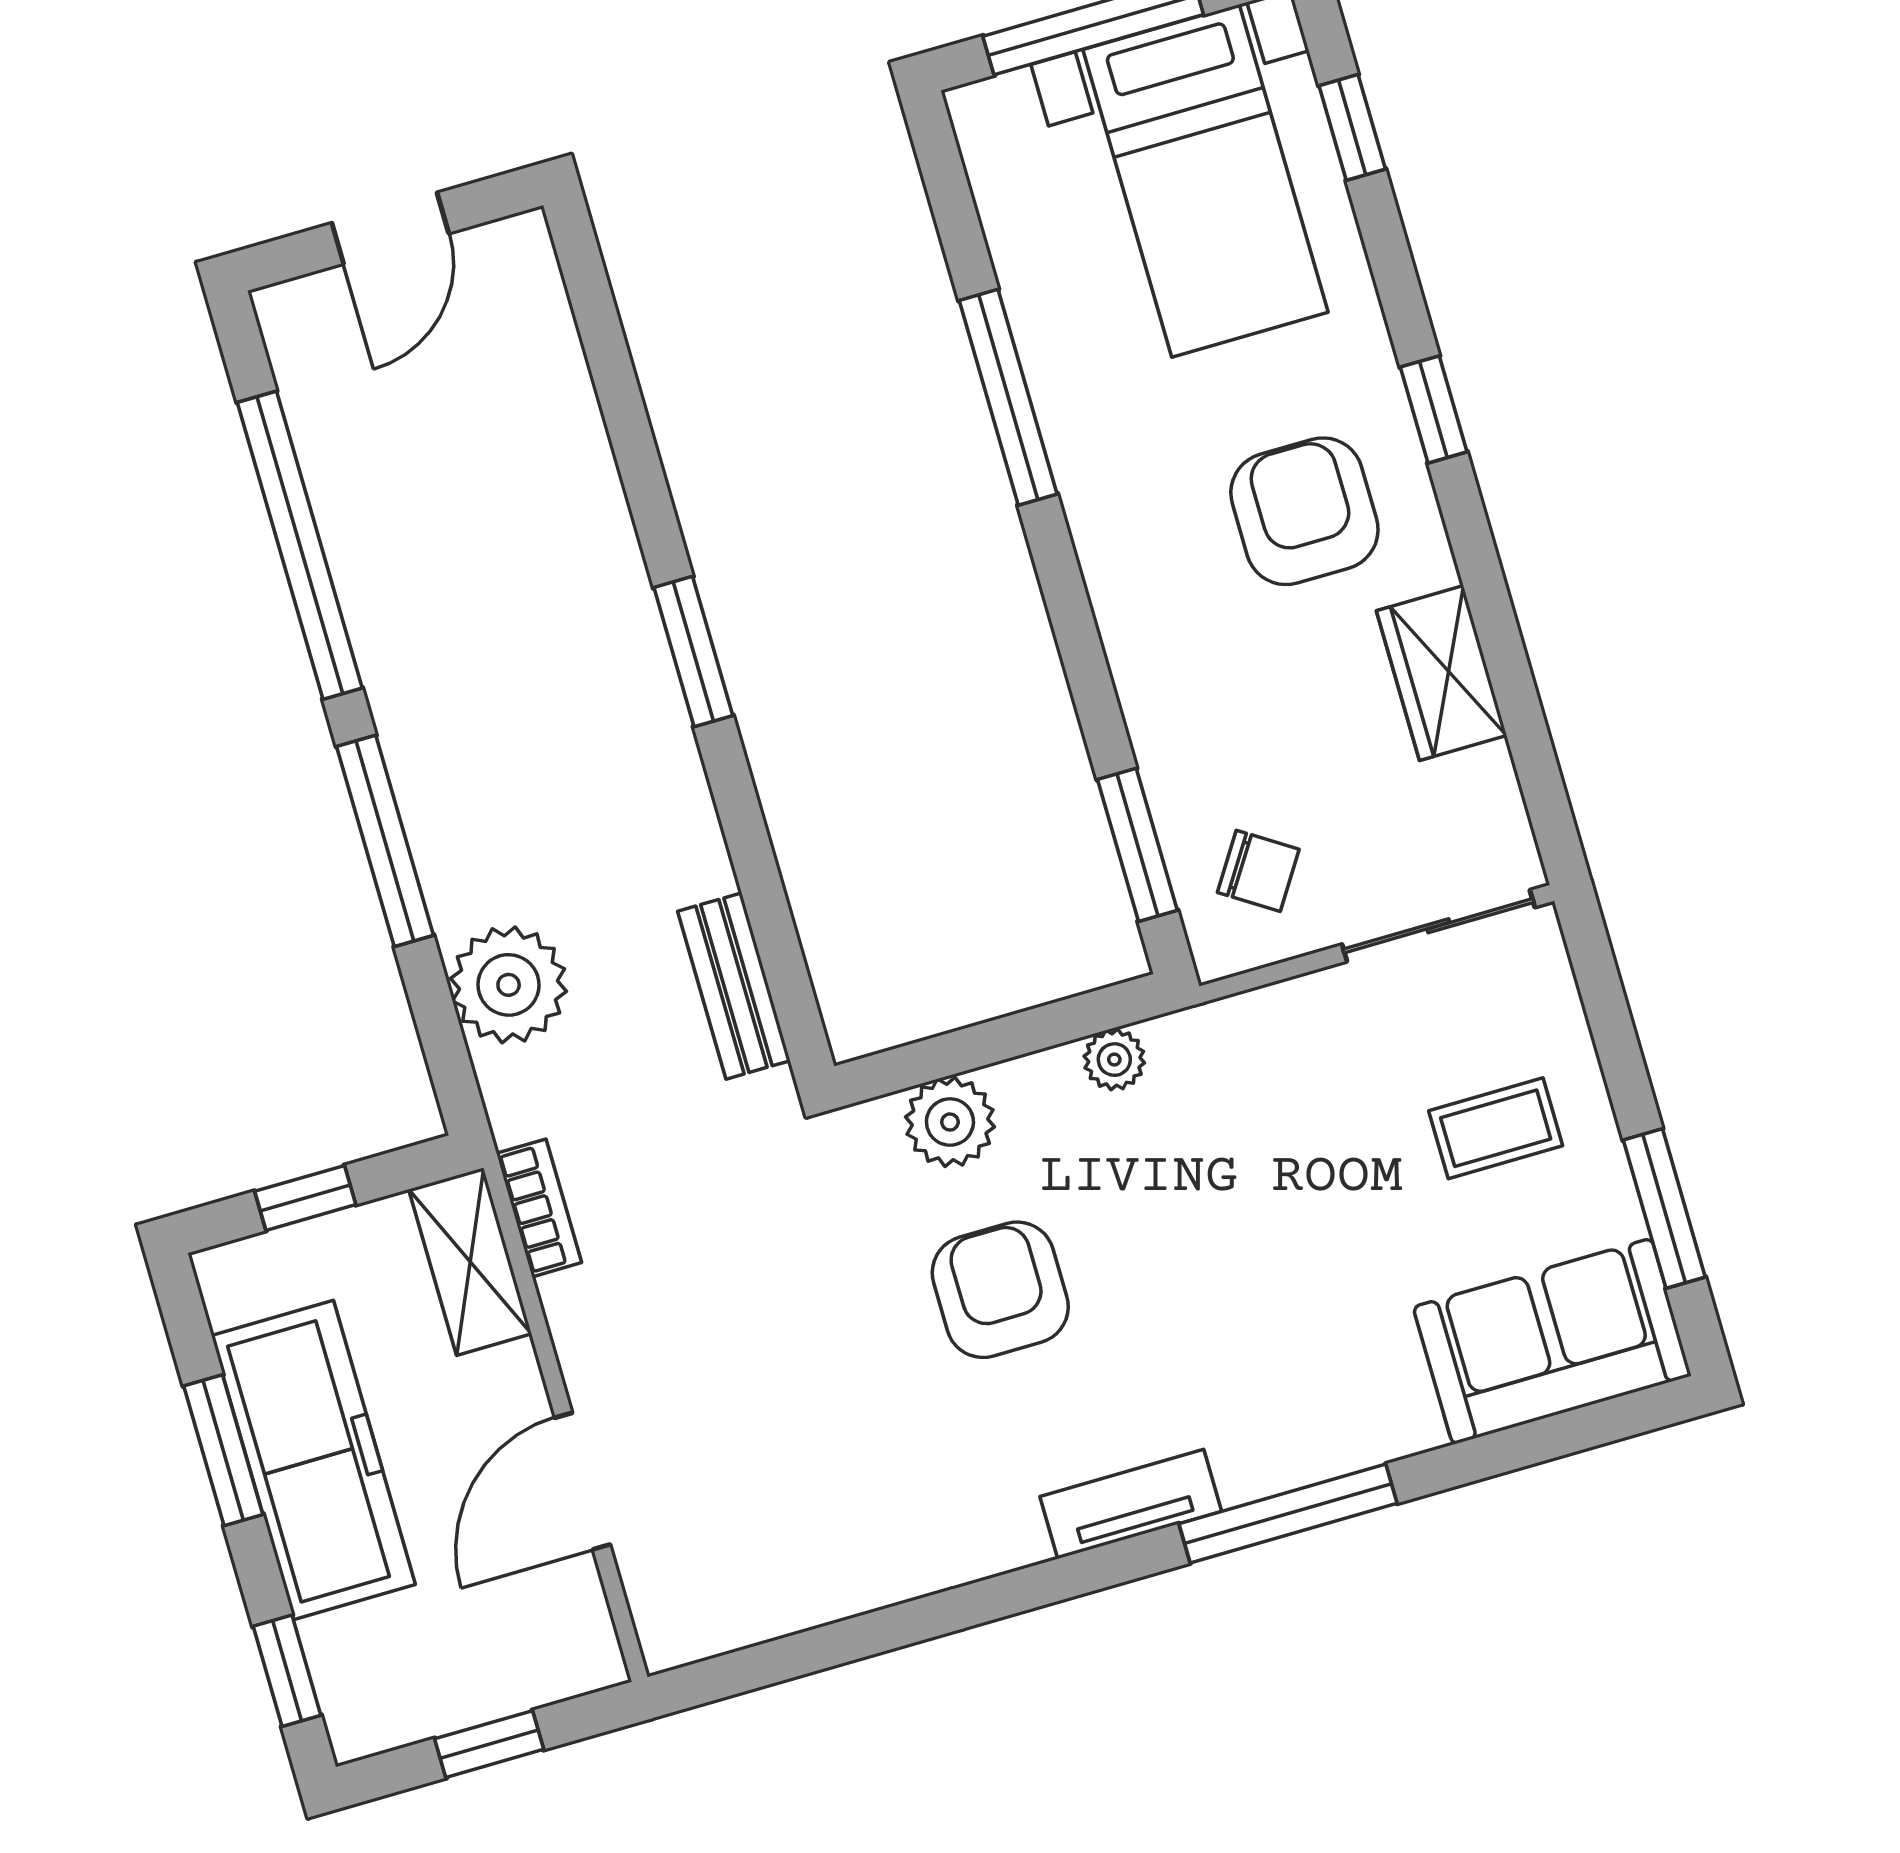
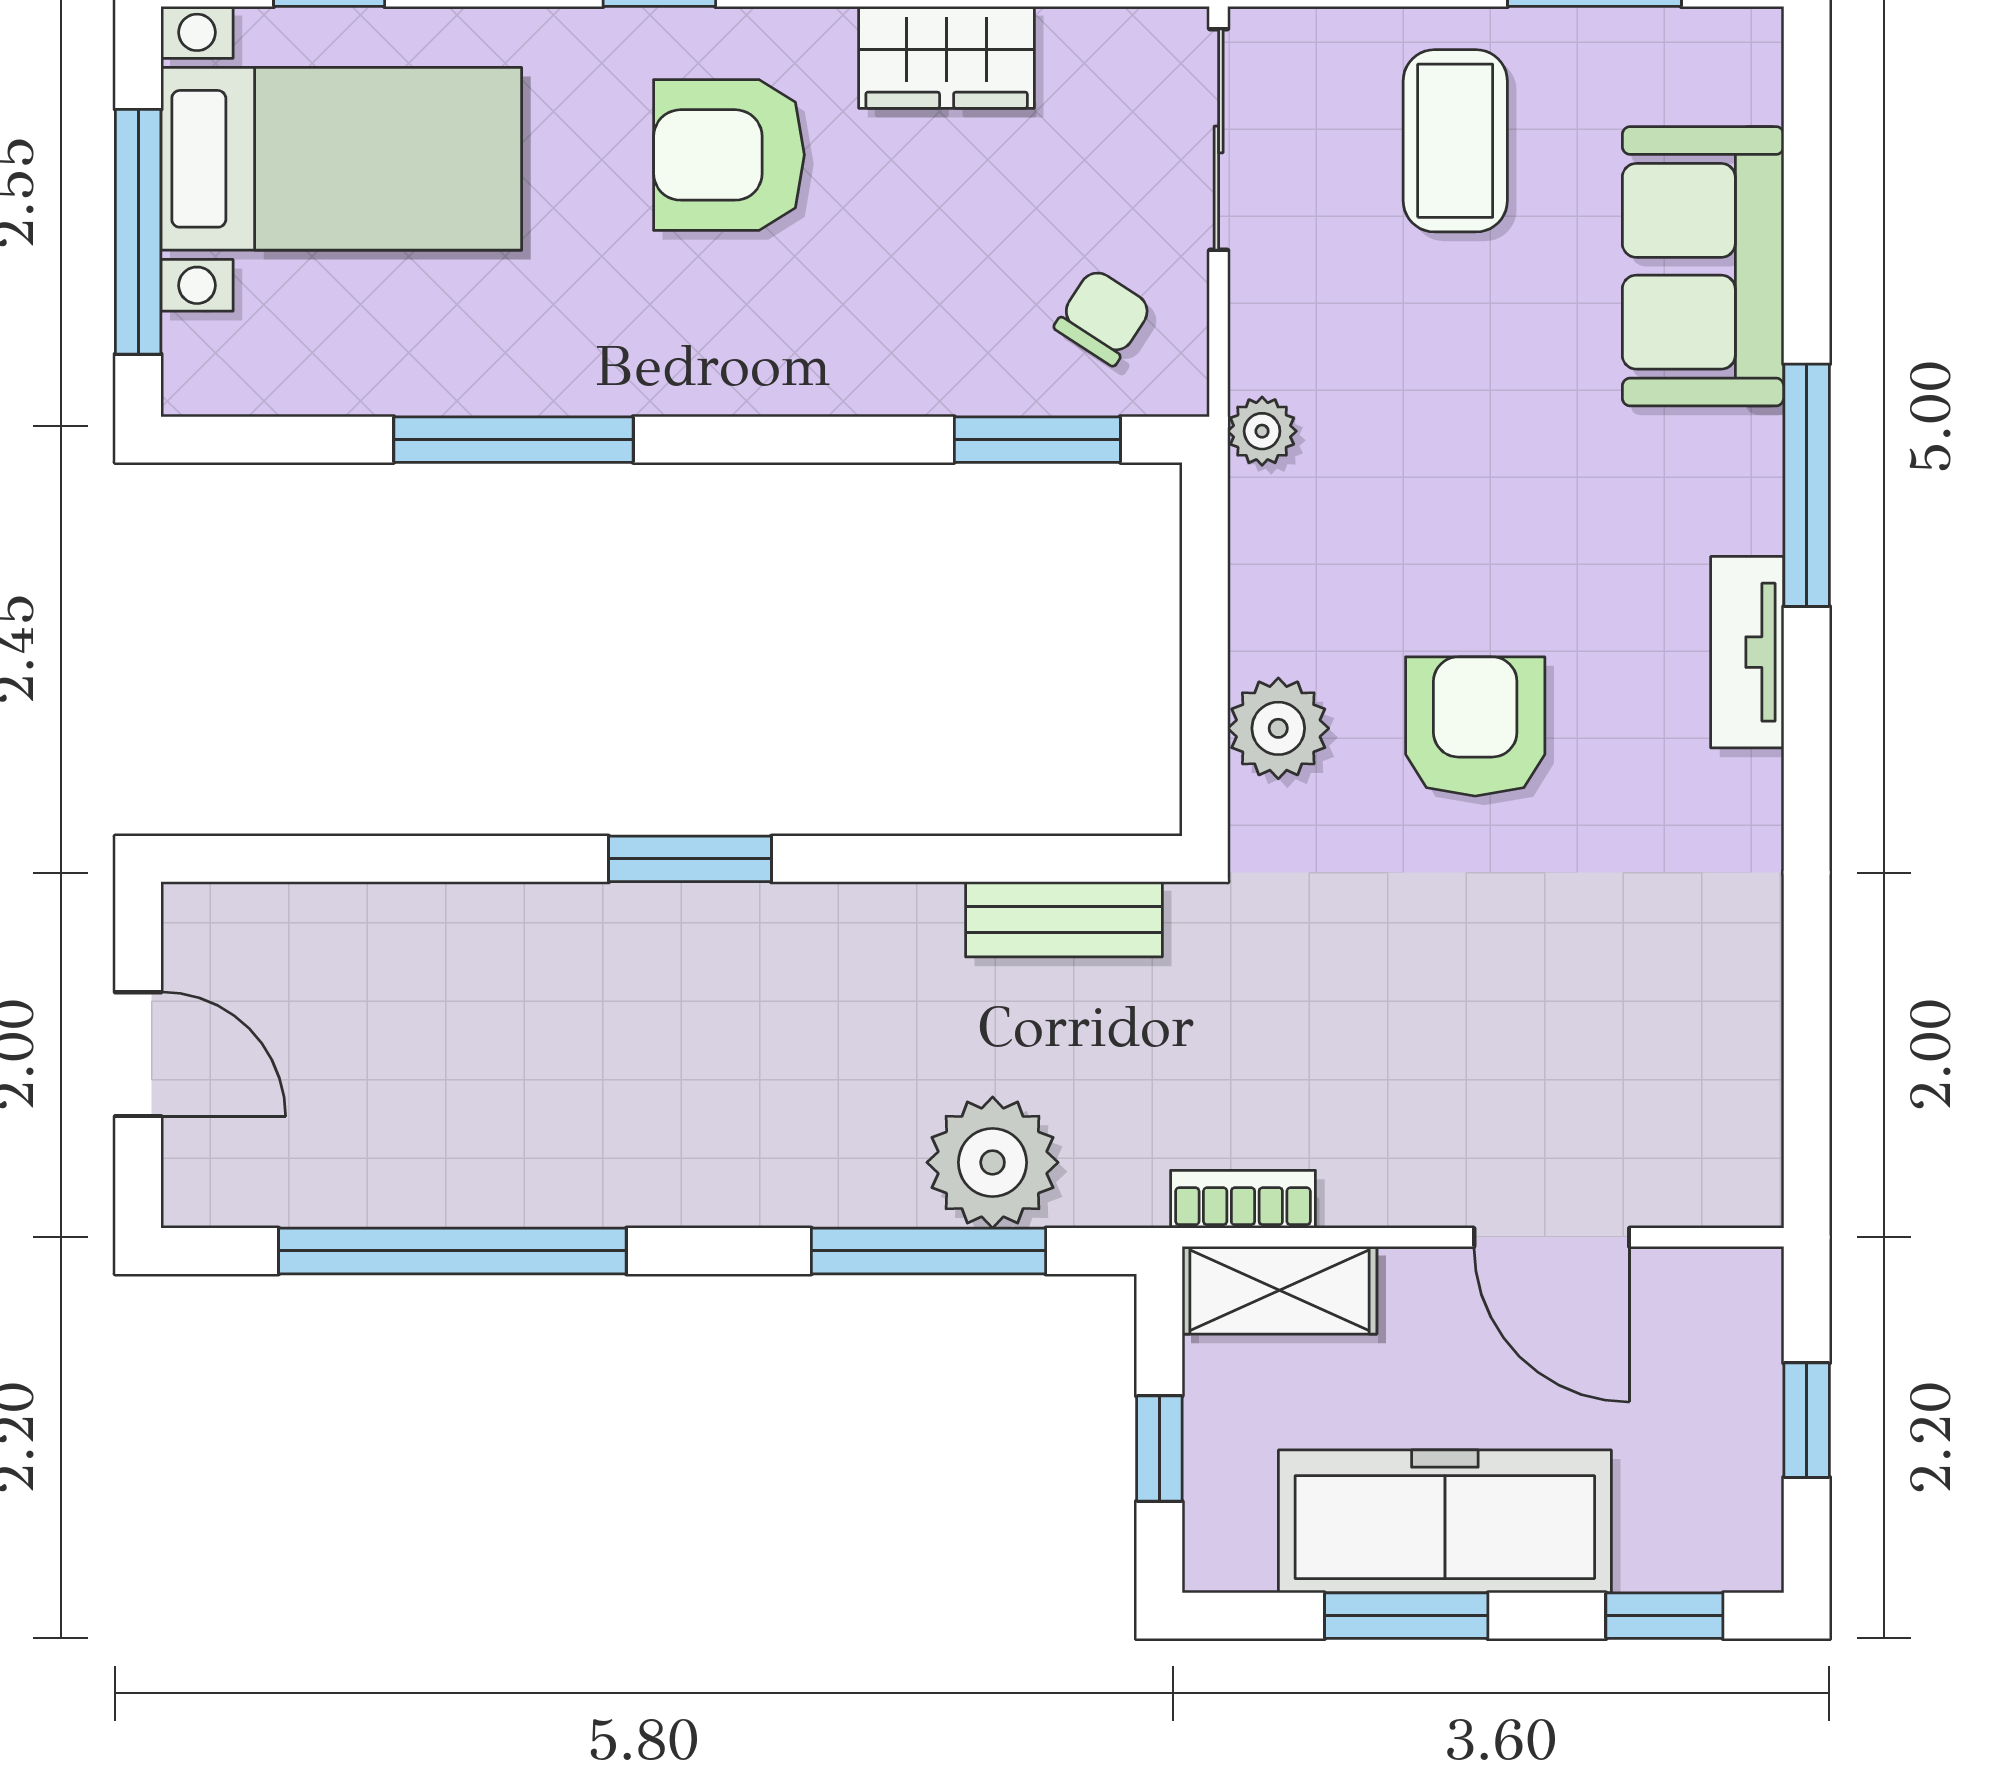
window: (385, 841) -> (929, 1251), moved
plant: (1114, 1060) -> (1262, 431), moved
coffee table: (1496, 1128) -> (1455, 141), width x1.36, depth x1.30
armchair: (1000, 1290) -> (1475, 726), turned 90
sofa: (1552, 1341) -> (1703, 266), moved

